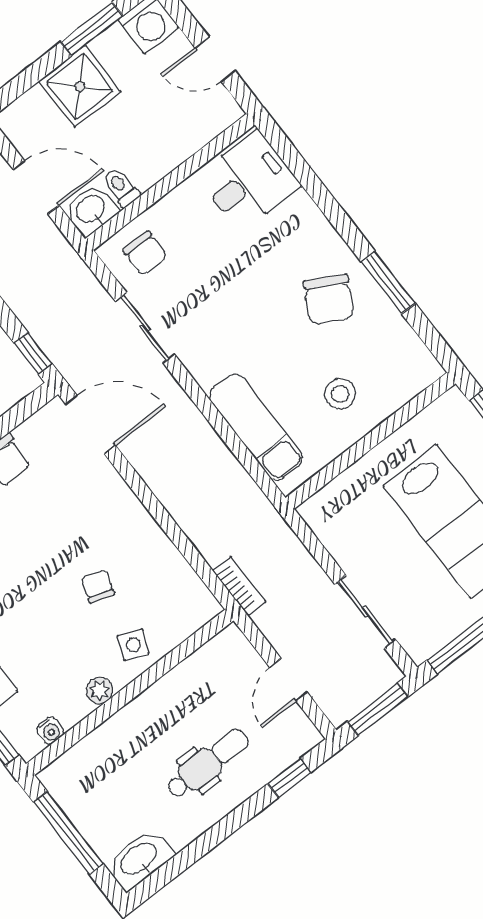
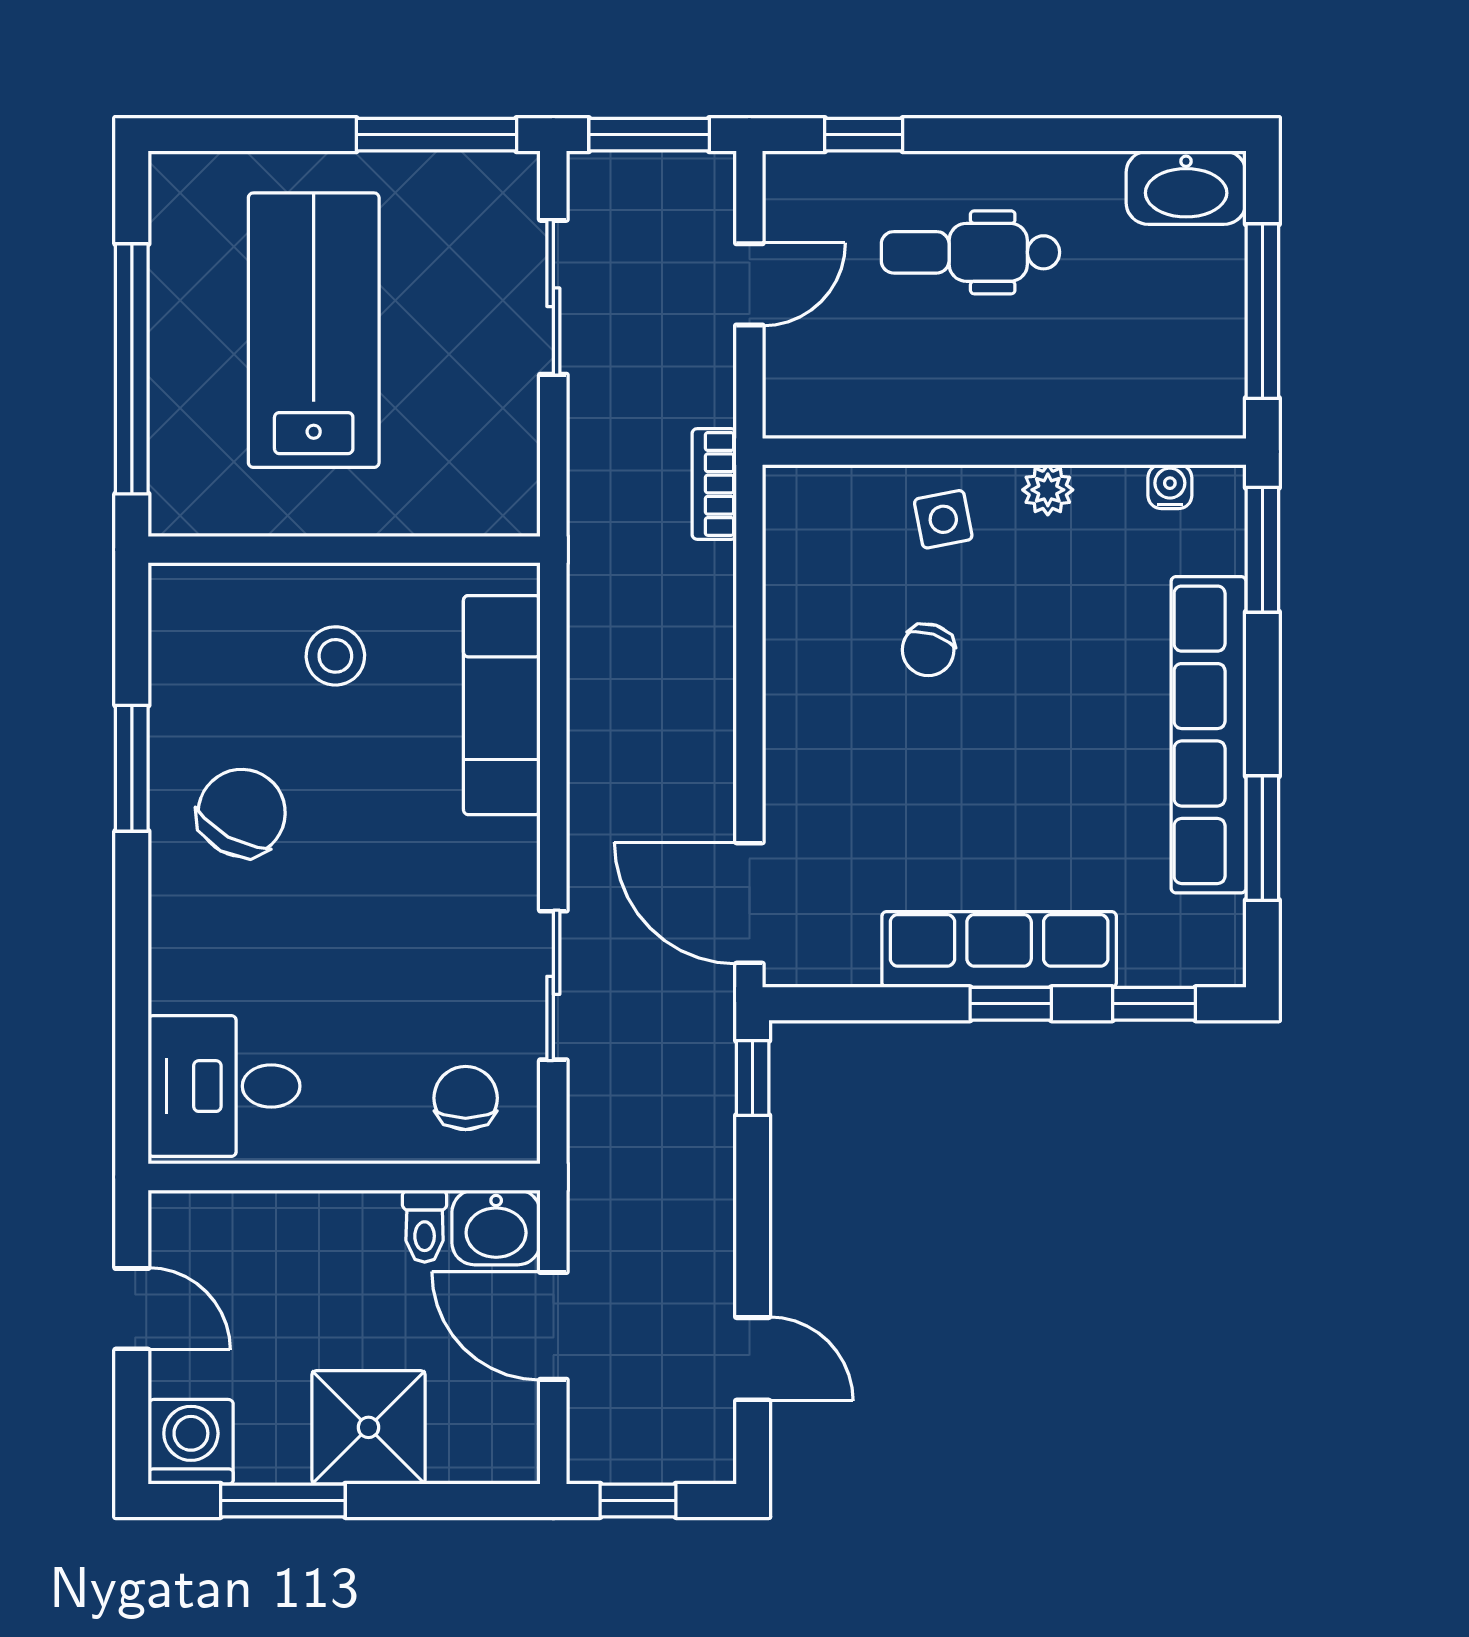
side table: (133, 645) -> (943, 519), turned -33

